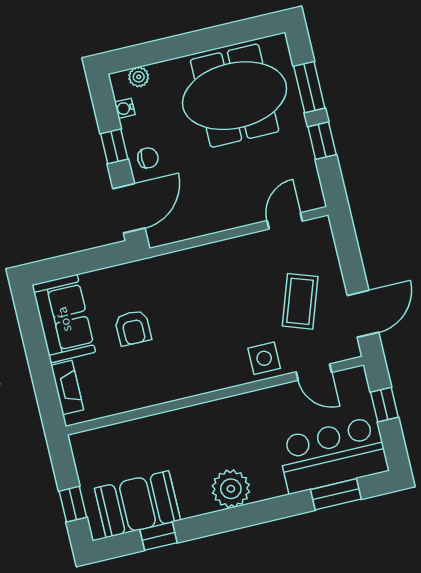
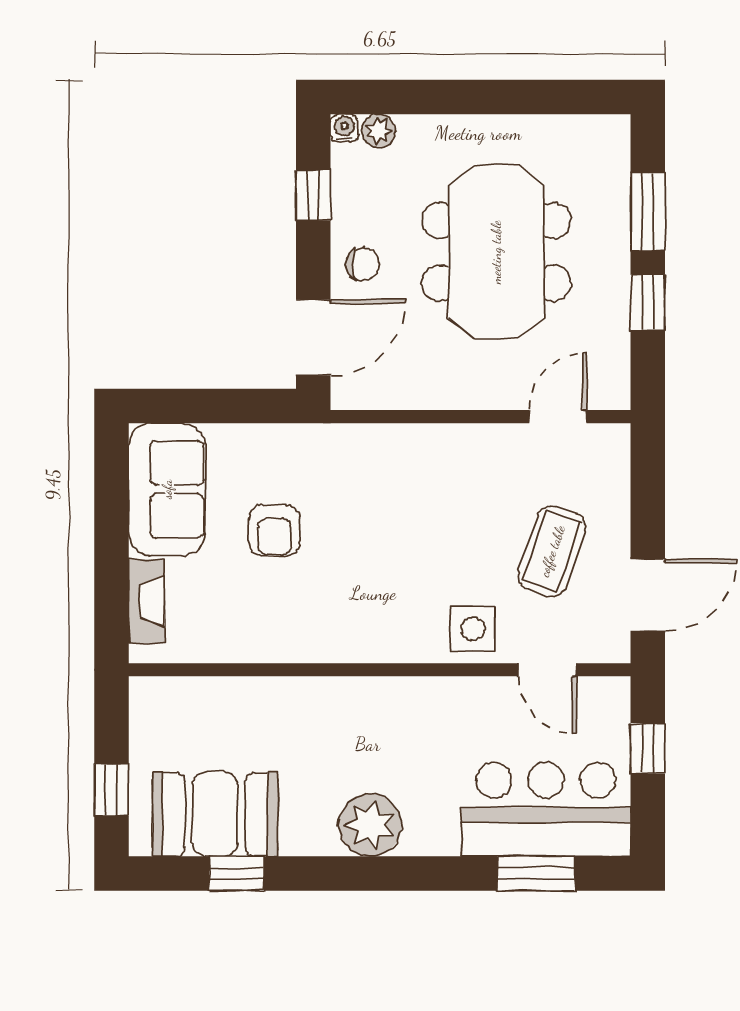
meeting table: (235, 96) -> (496, 252), moved, turned 90
water cooler: (125, 108) -> (344, 128), moved, turned 90
window: (114, 146) -> (313, 195), moved

